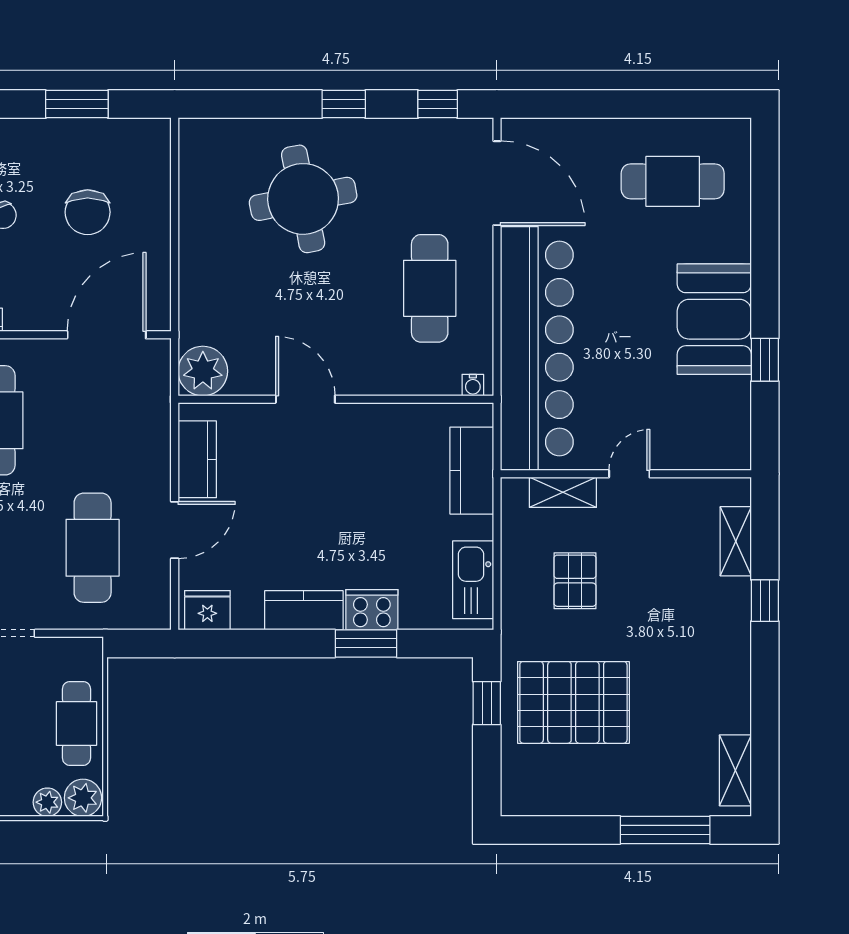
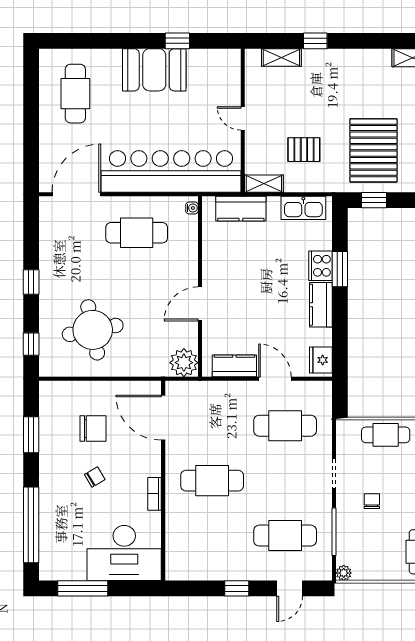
window: (438, 104) -> (31, 344), moved
round table: (303, 199) -> (93, 330), moved
shelving: (563, 492) -> (264, 184), moved, turned 90

